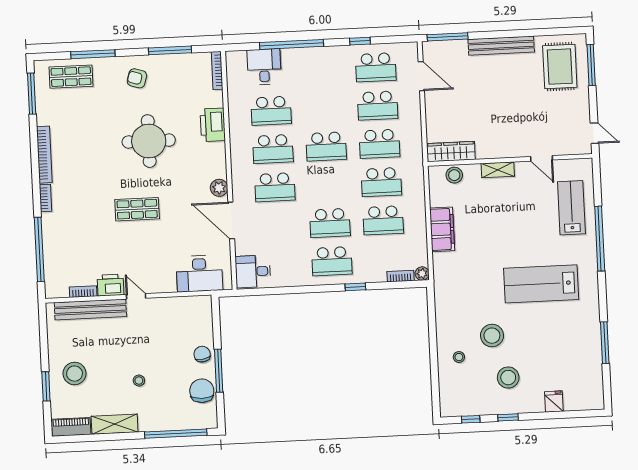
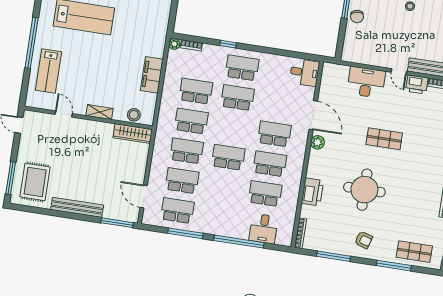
window: (360, 41) -> (185, 233), width x2.17
desk: (199, 274) -> (366, 82), moved

